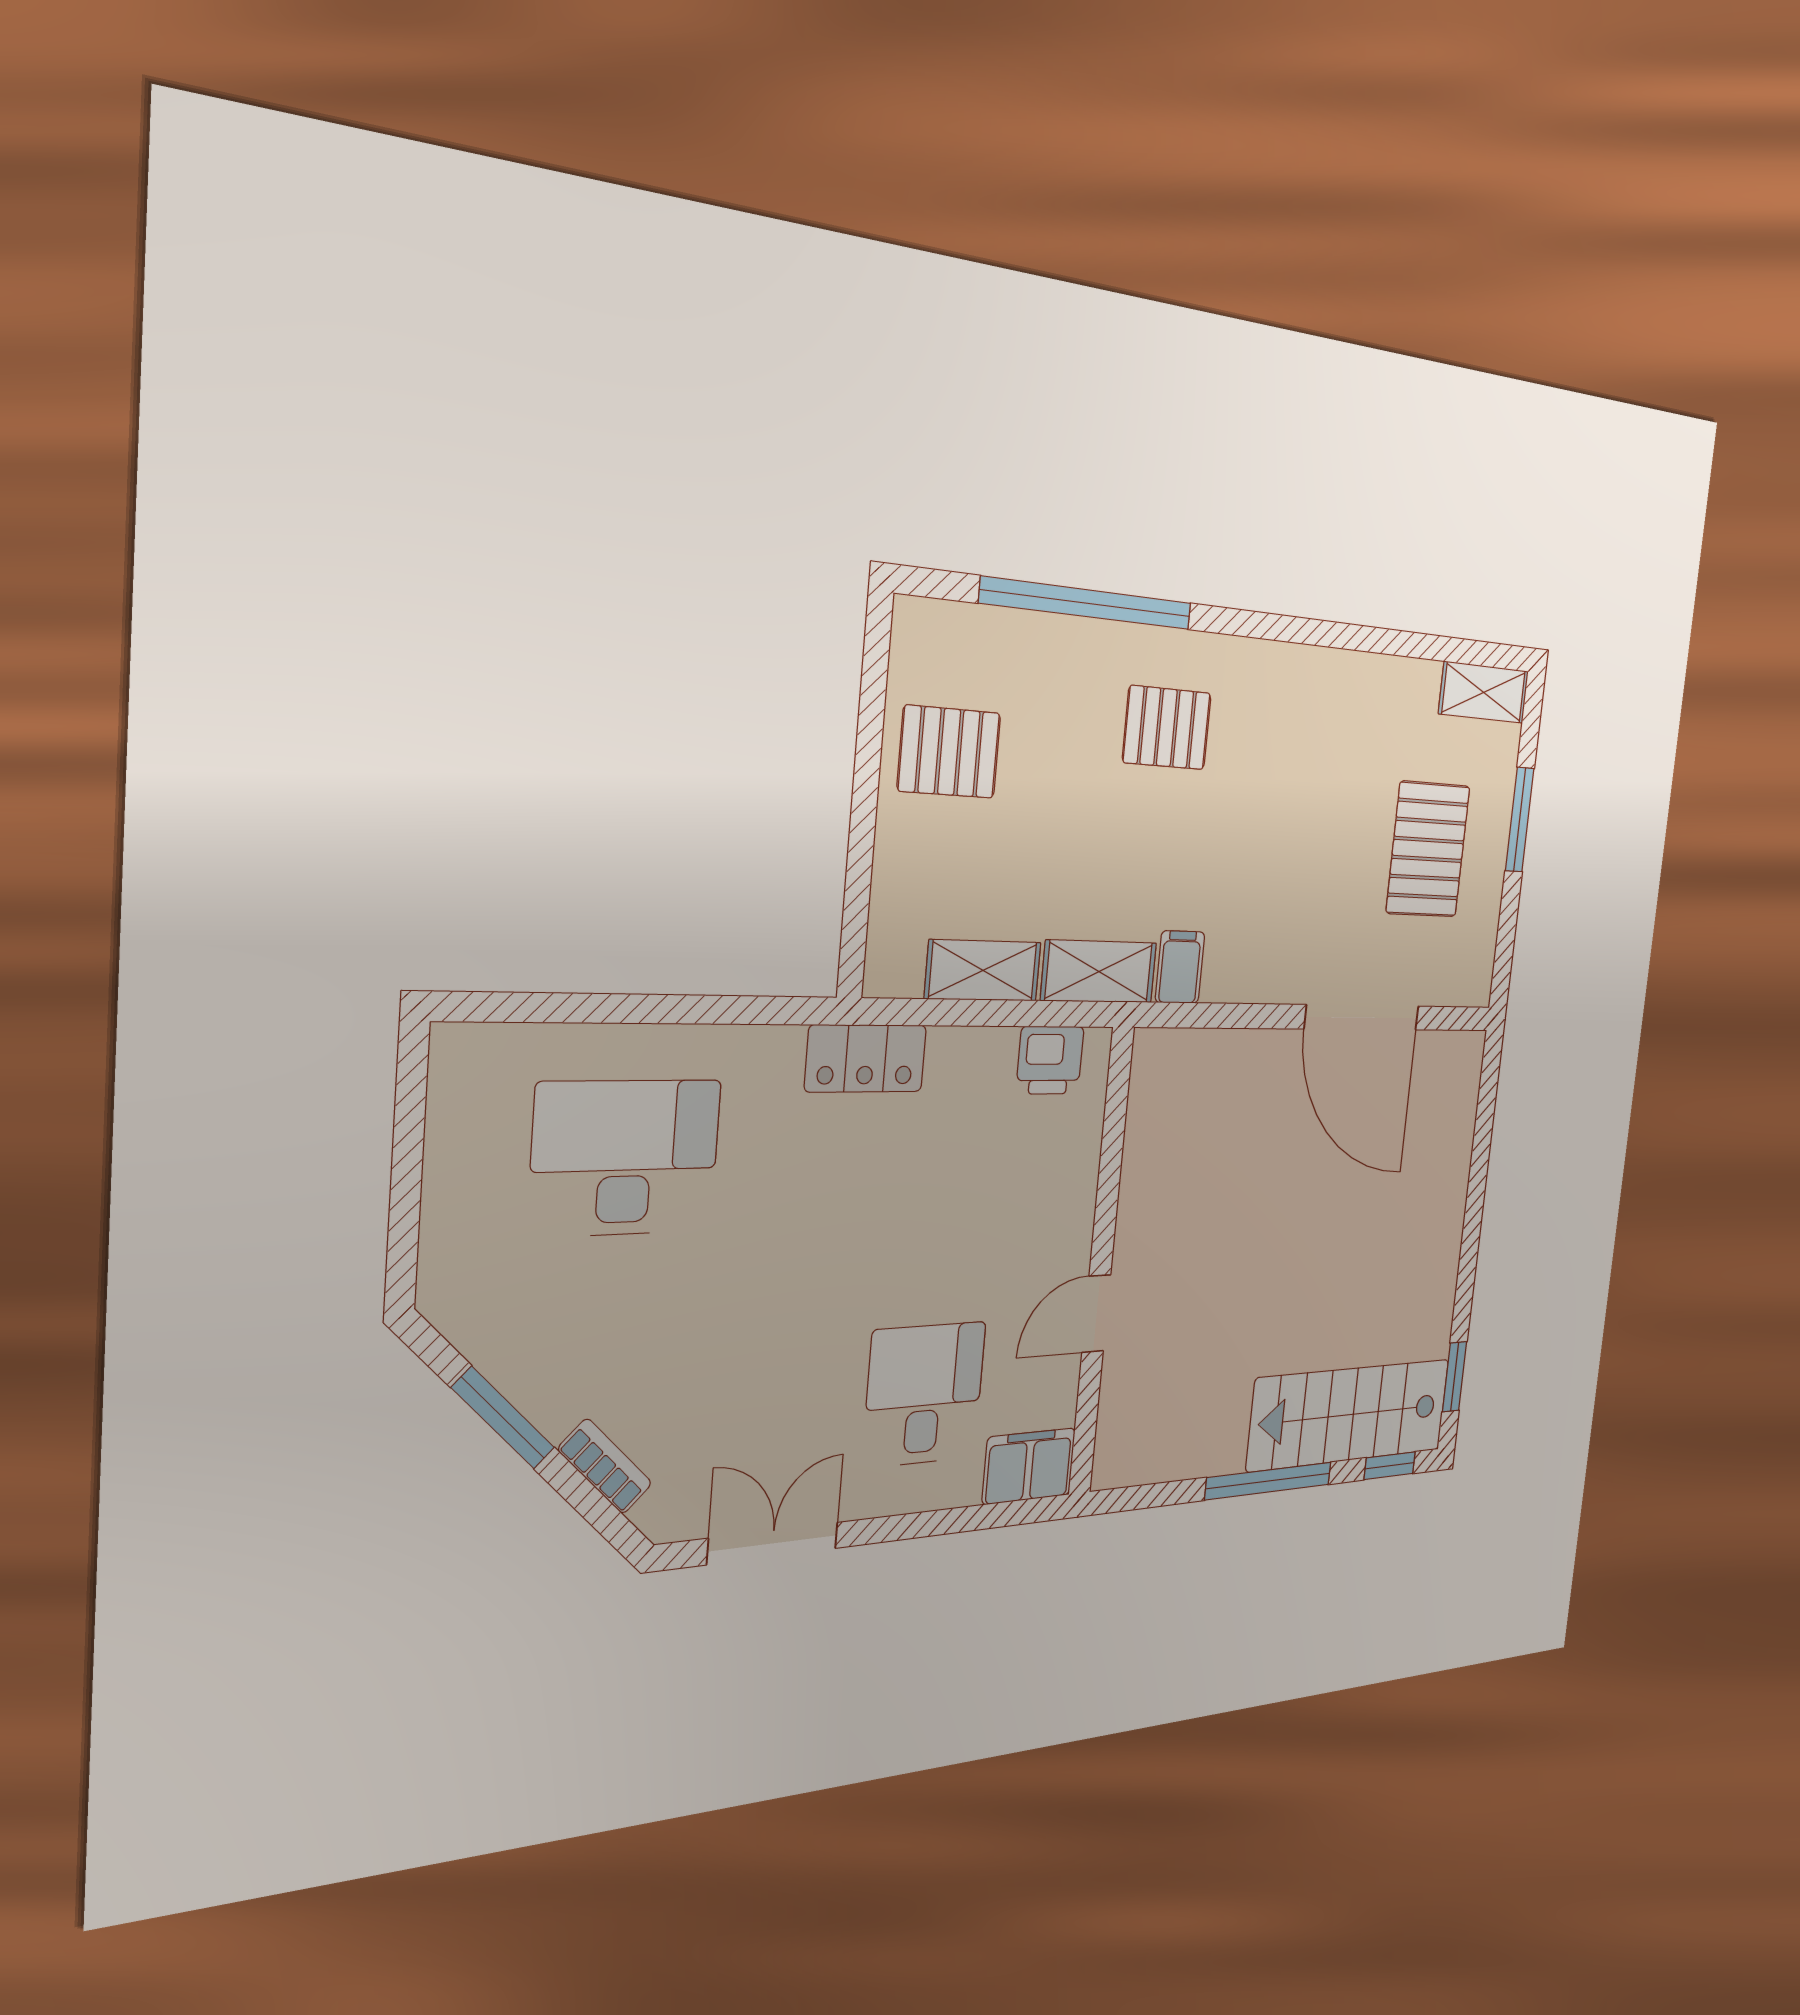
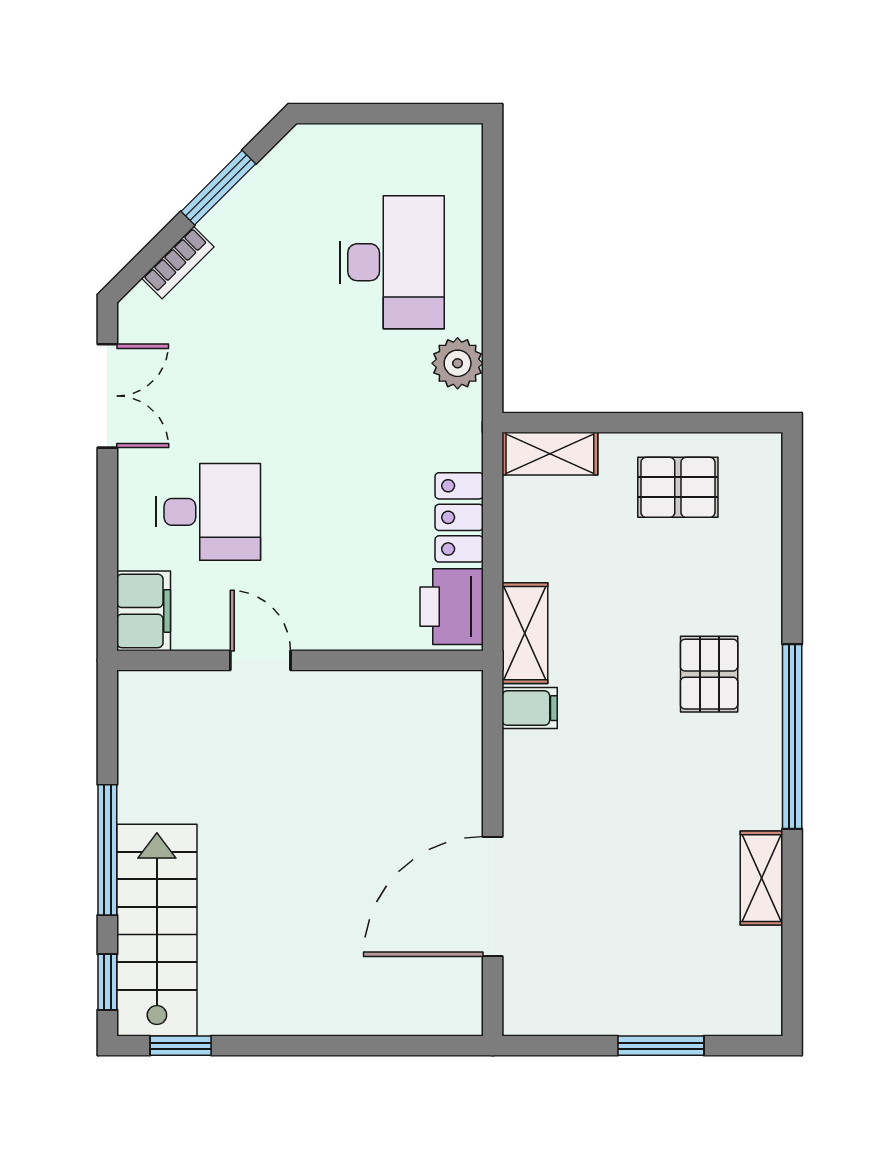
window: (1087, 603) -> (792, 737), moved
shelving: (1484, 692) -> (762, 878), moved
pallet: (949, 752) -> (678, 487), turned 90
pallet: (1428, 849) -> (631, 948), removed
shelving: (983, 970) -> (550, 454), moved, turned 90
locker: (866, 1058) -> (459, 517), moved
printer: (1050, 1060) -> (452, 607), width x1.36, depth x1.24
plant: (768, 1061) -> (458, 363), added

